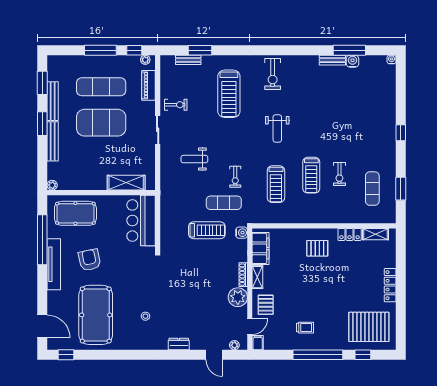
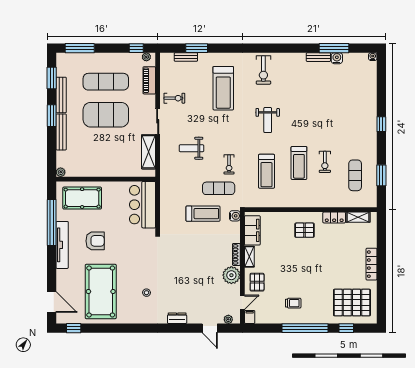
window: (100, 50) -> (80, 48), moved
shelving: (126, 183) -> (149, 152), moved, turned 90
armchair: (90, 260) -> (95, 241), turned 102

